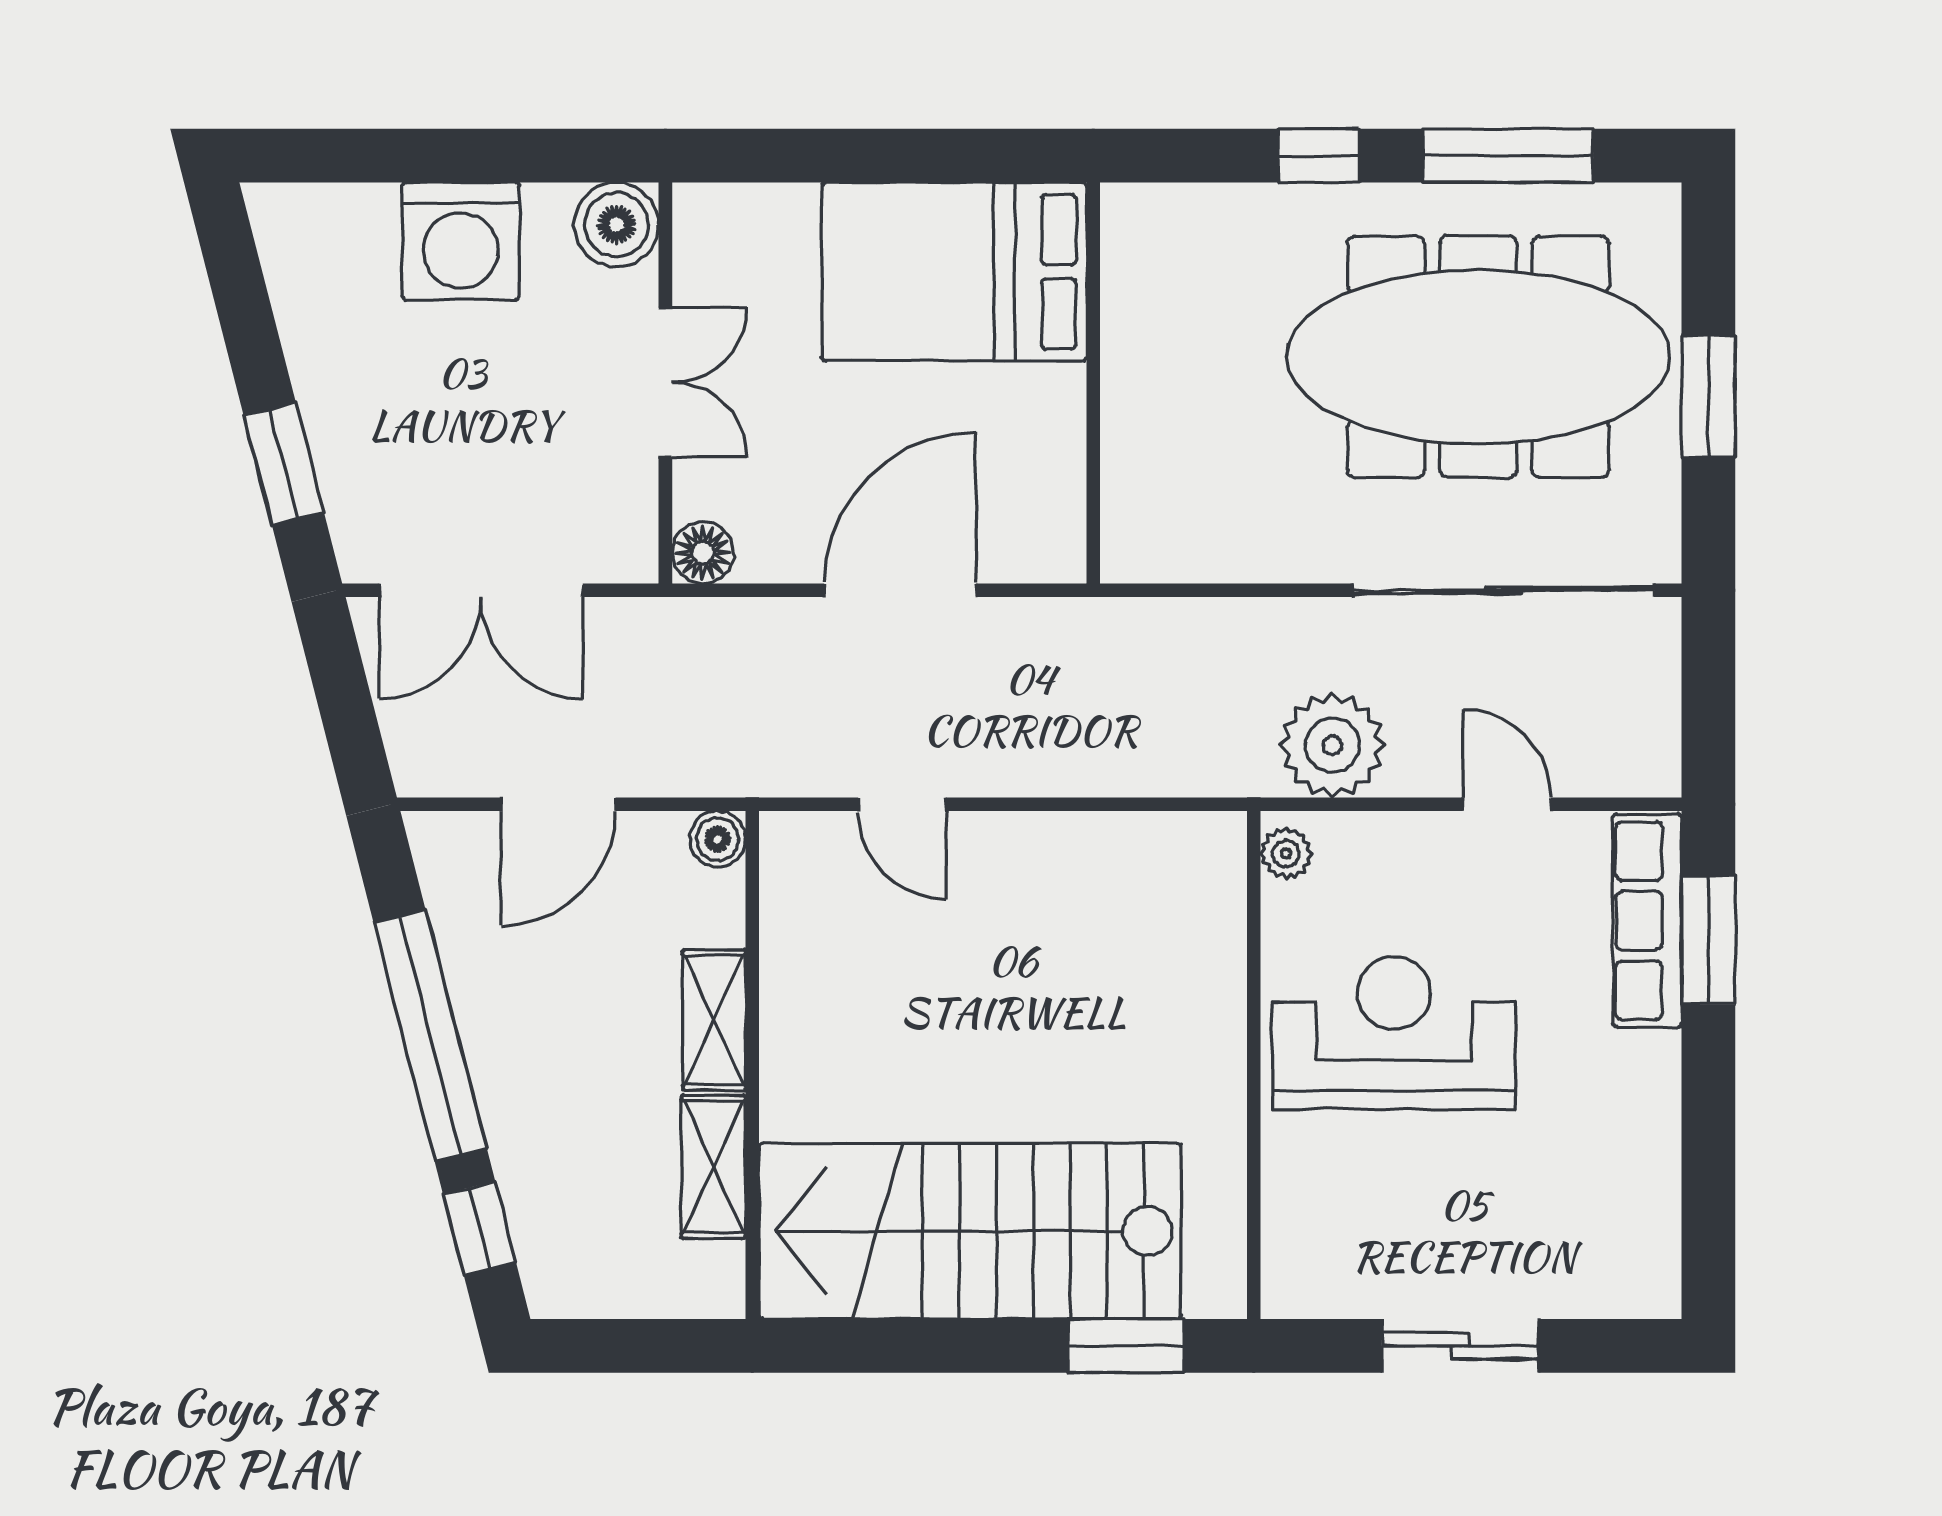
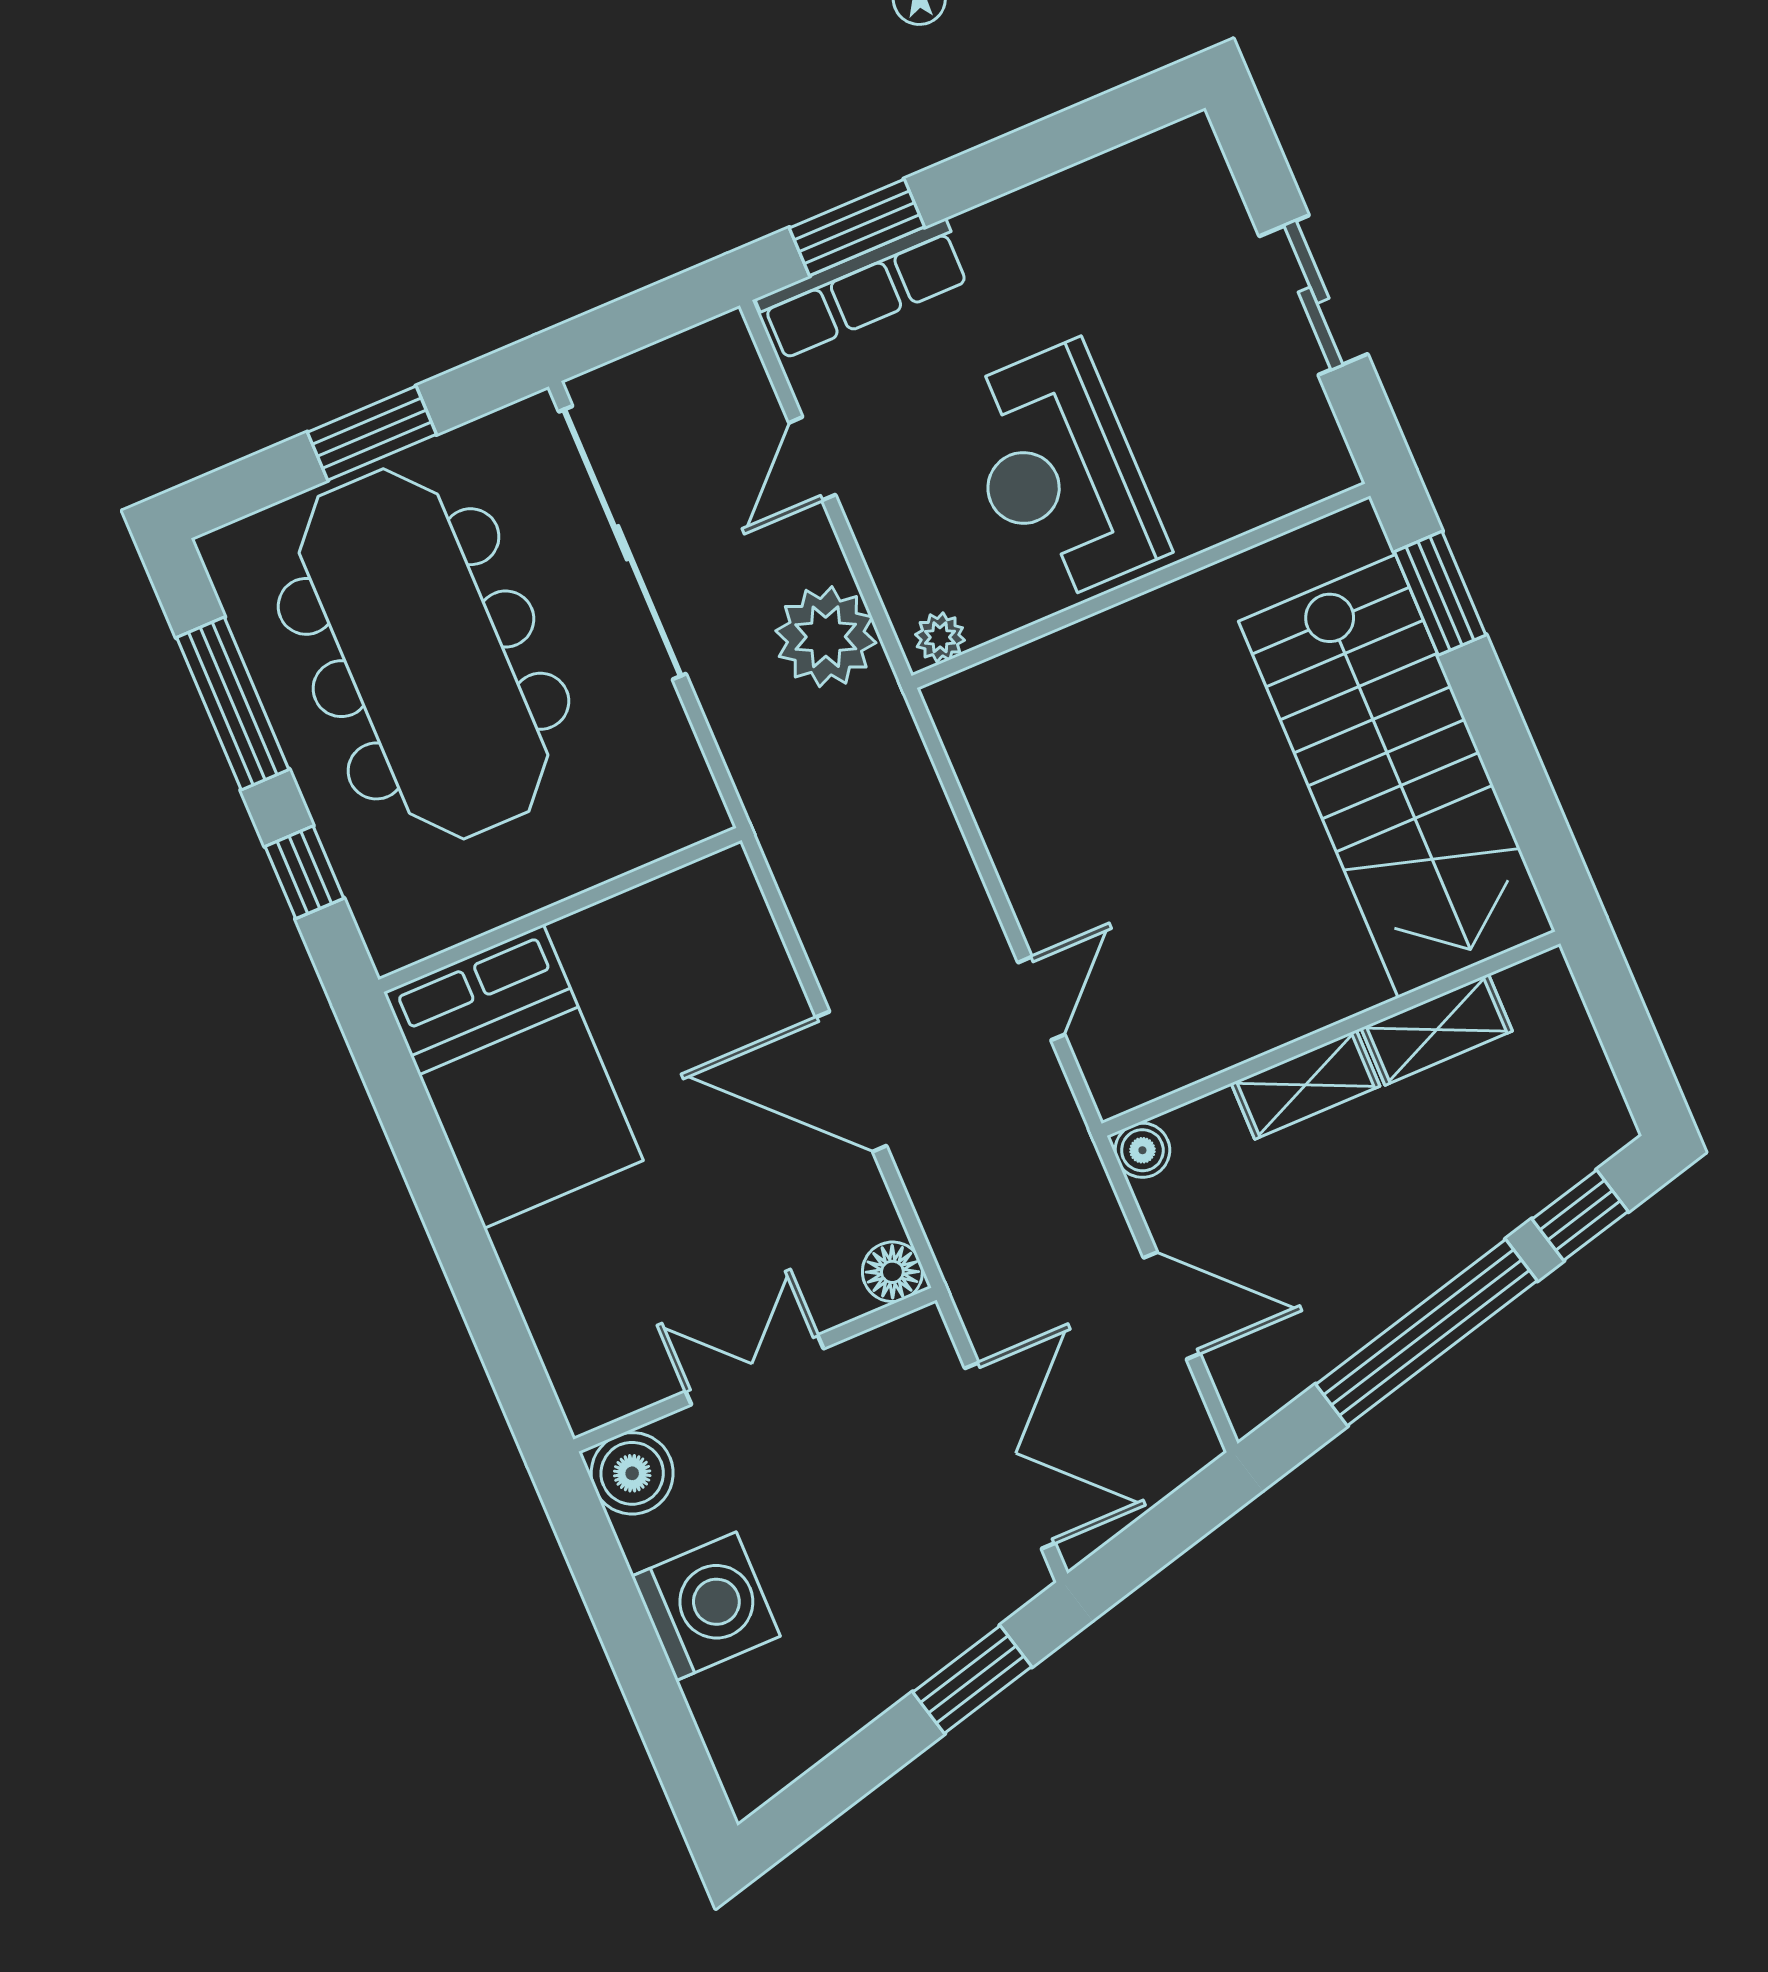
bed: (954, 272) -> (513, 1076), moved
wall: (1093, 383) -> (560, 910), moved

